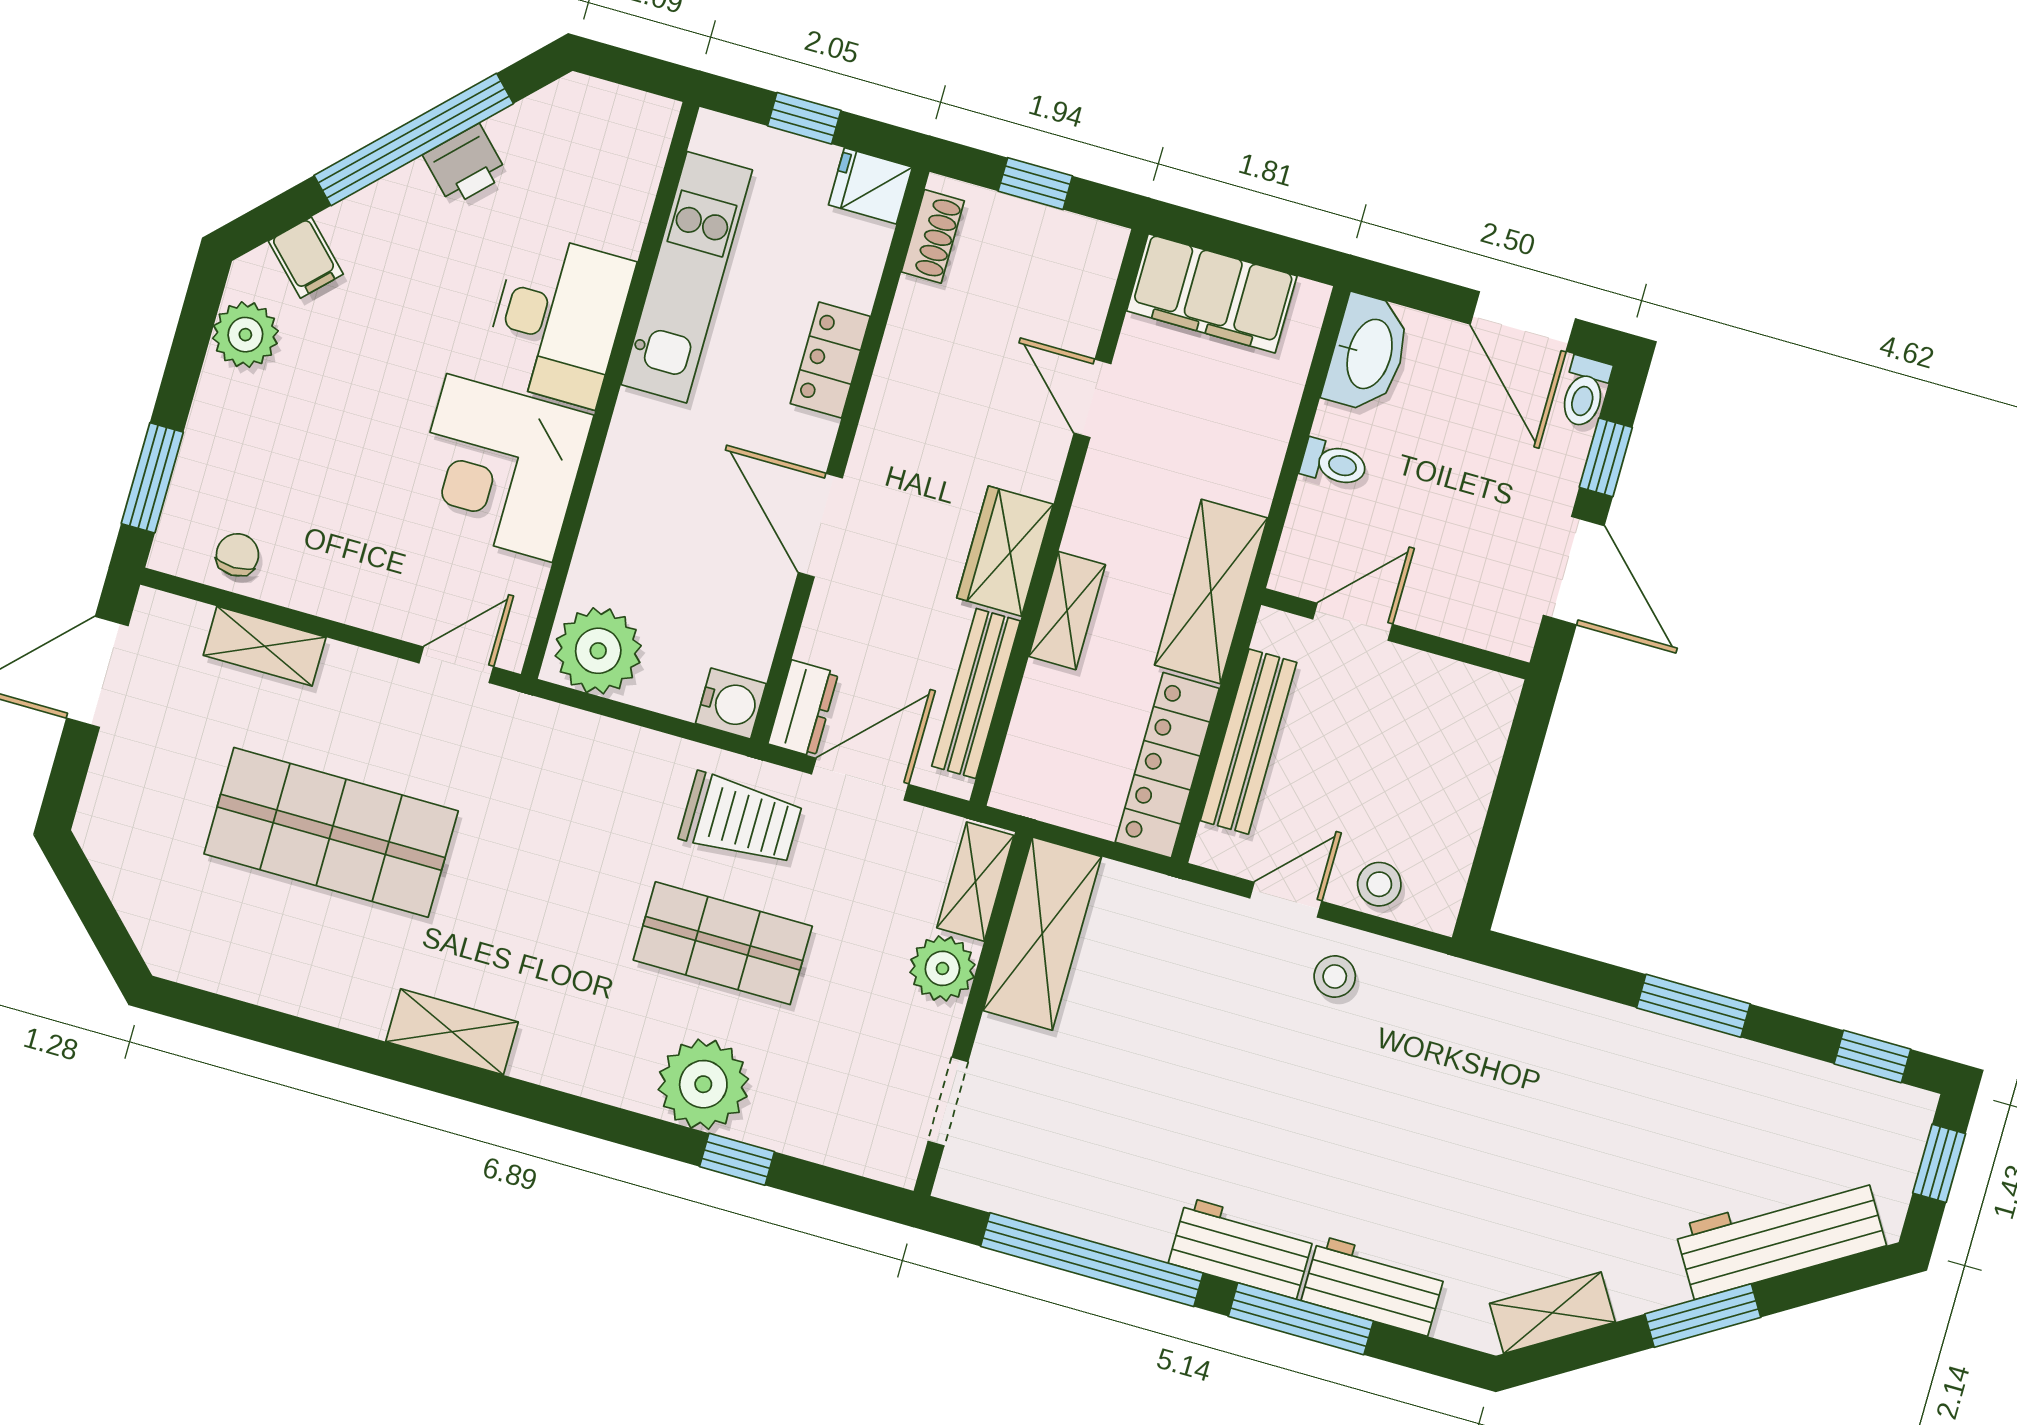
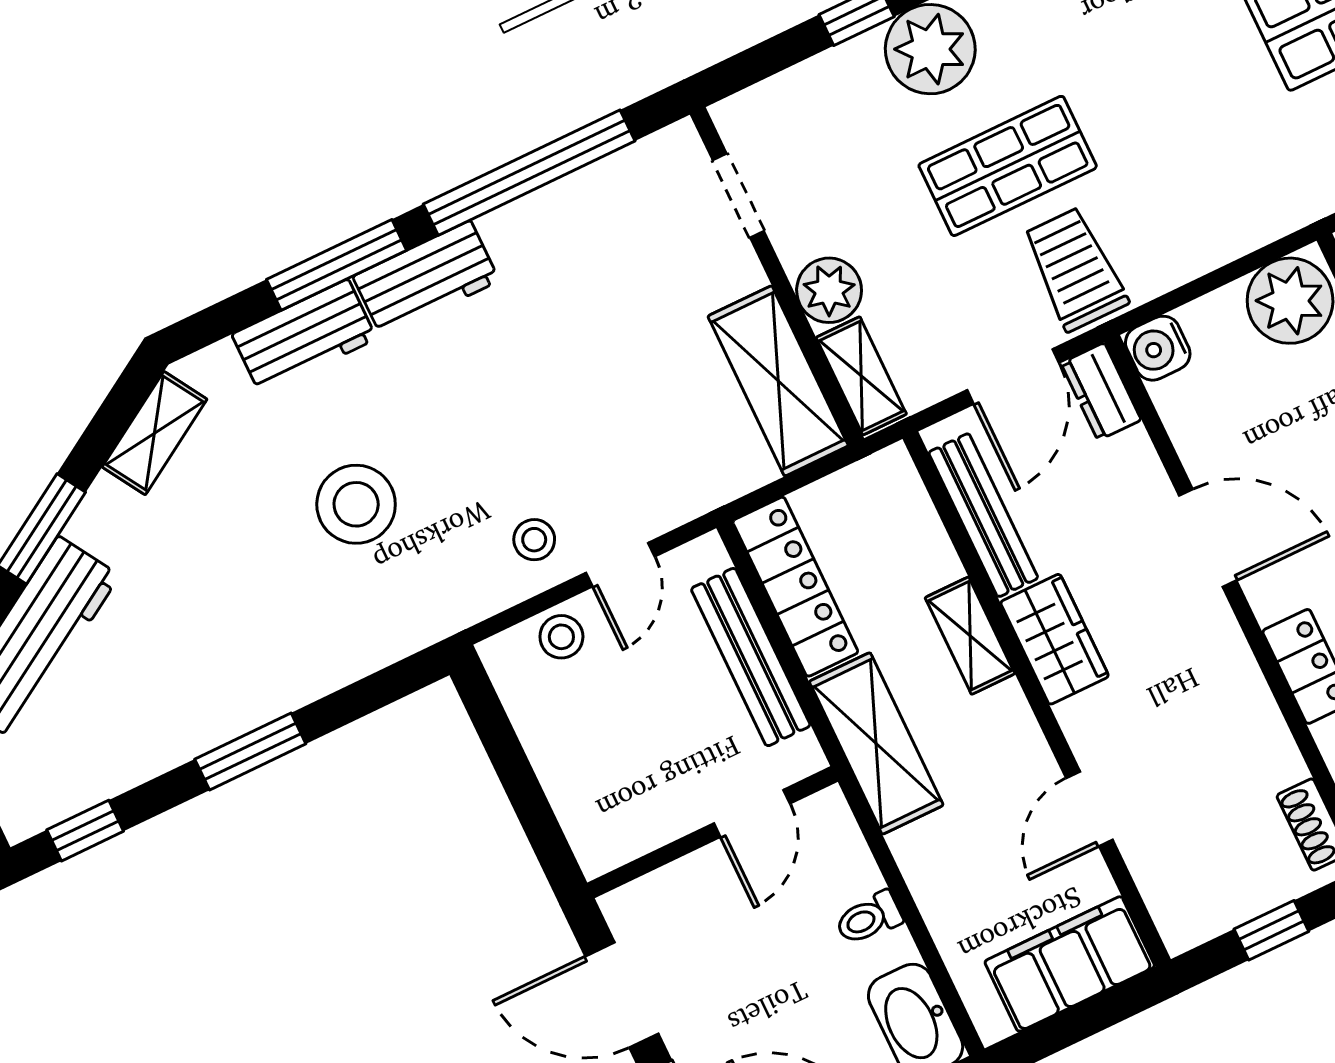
door: (1092, 398) -> (1089, 809), swing flipped
trolley: (741, 819) -> (1075, 269), turned 90
stool: (1447, 1123) -> (356, 504), added

